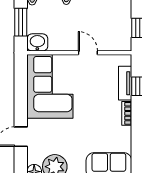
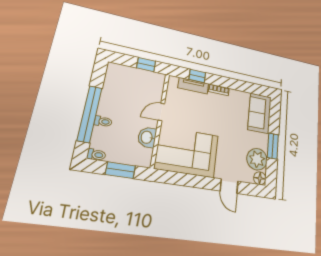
washbasin: (37, 42) -> (147, 137), moved

